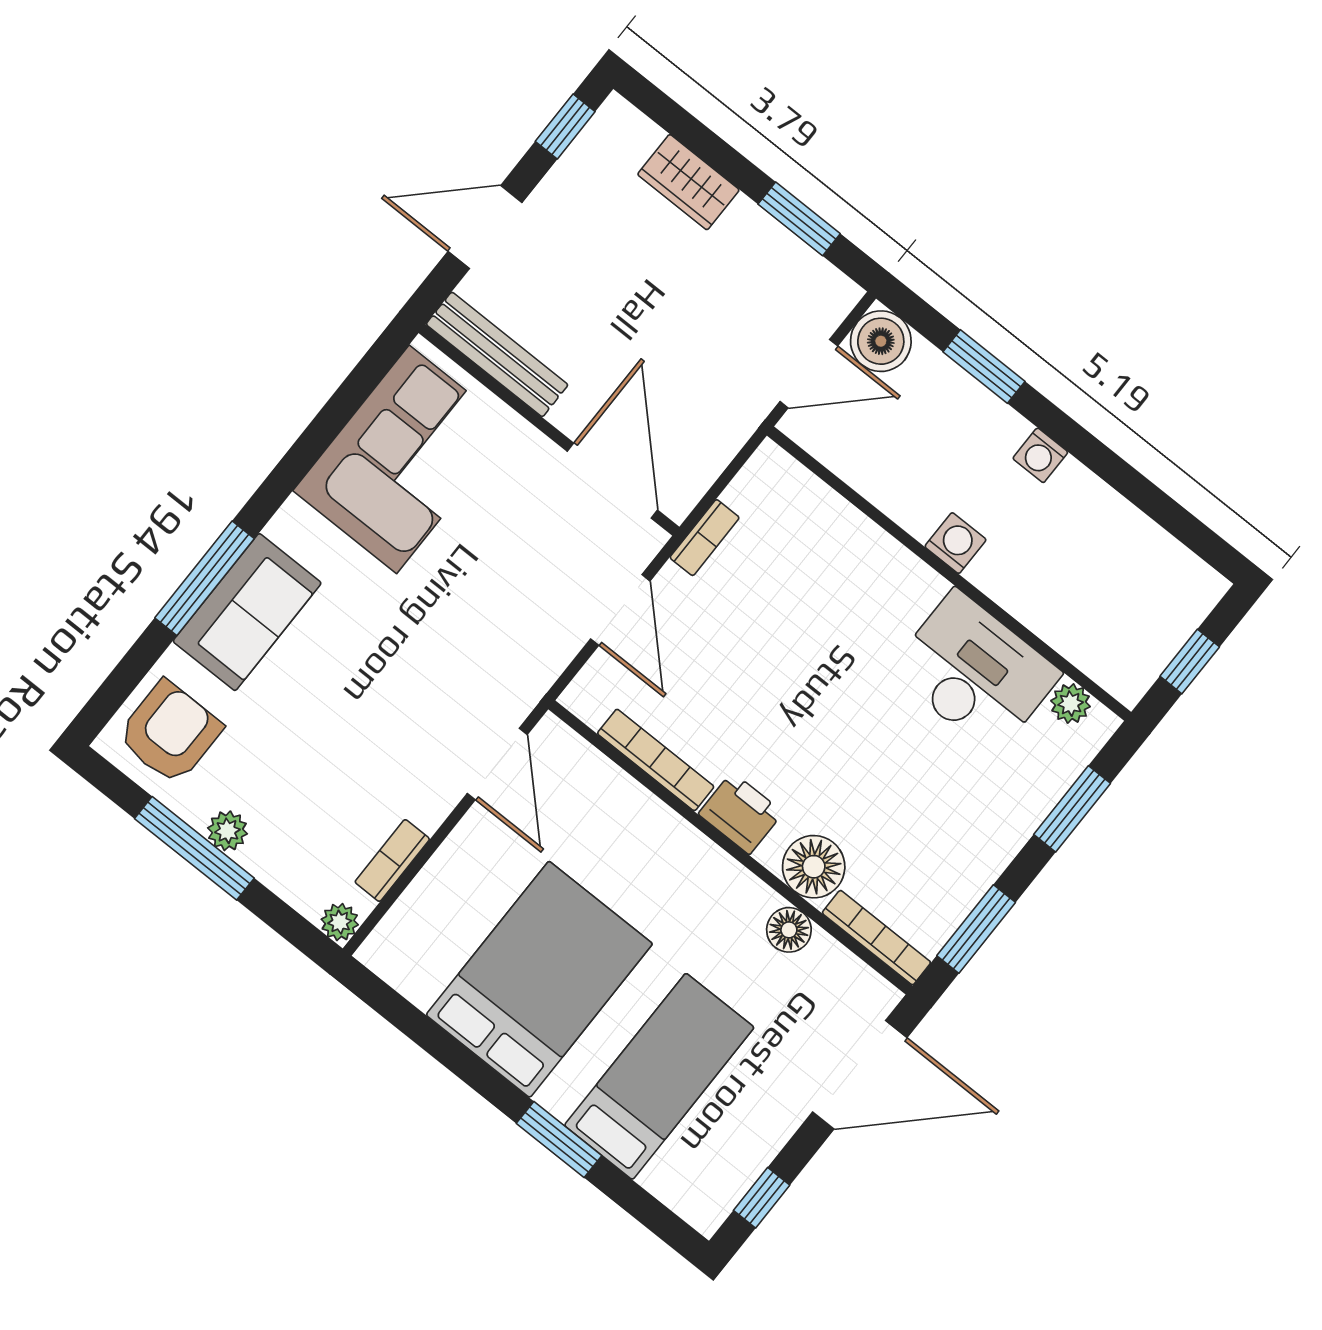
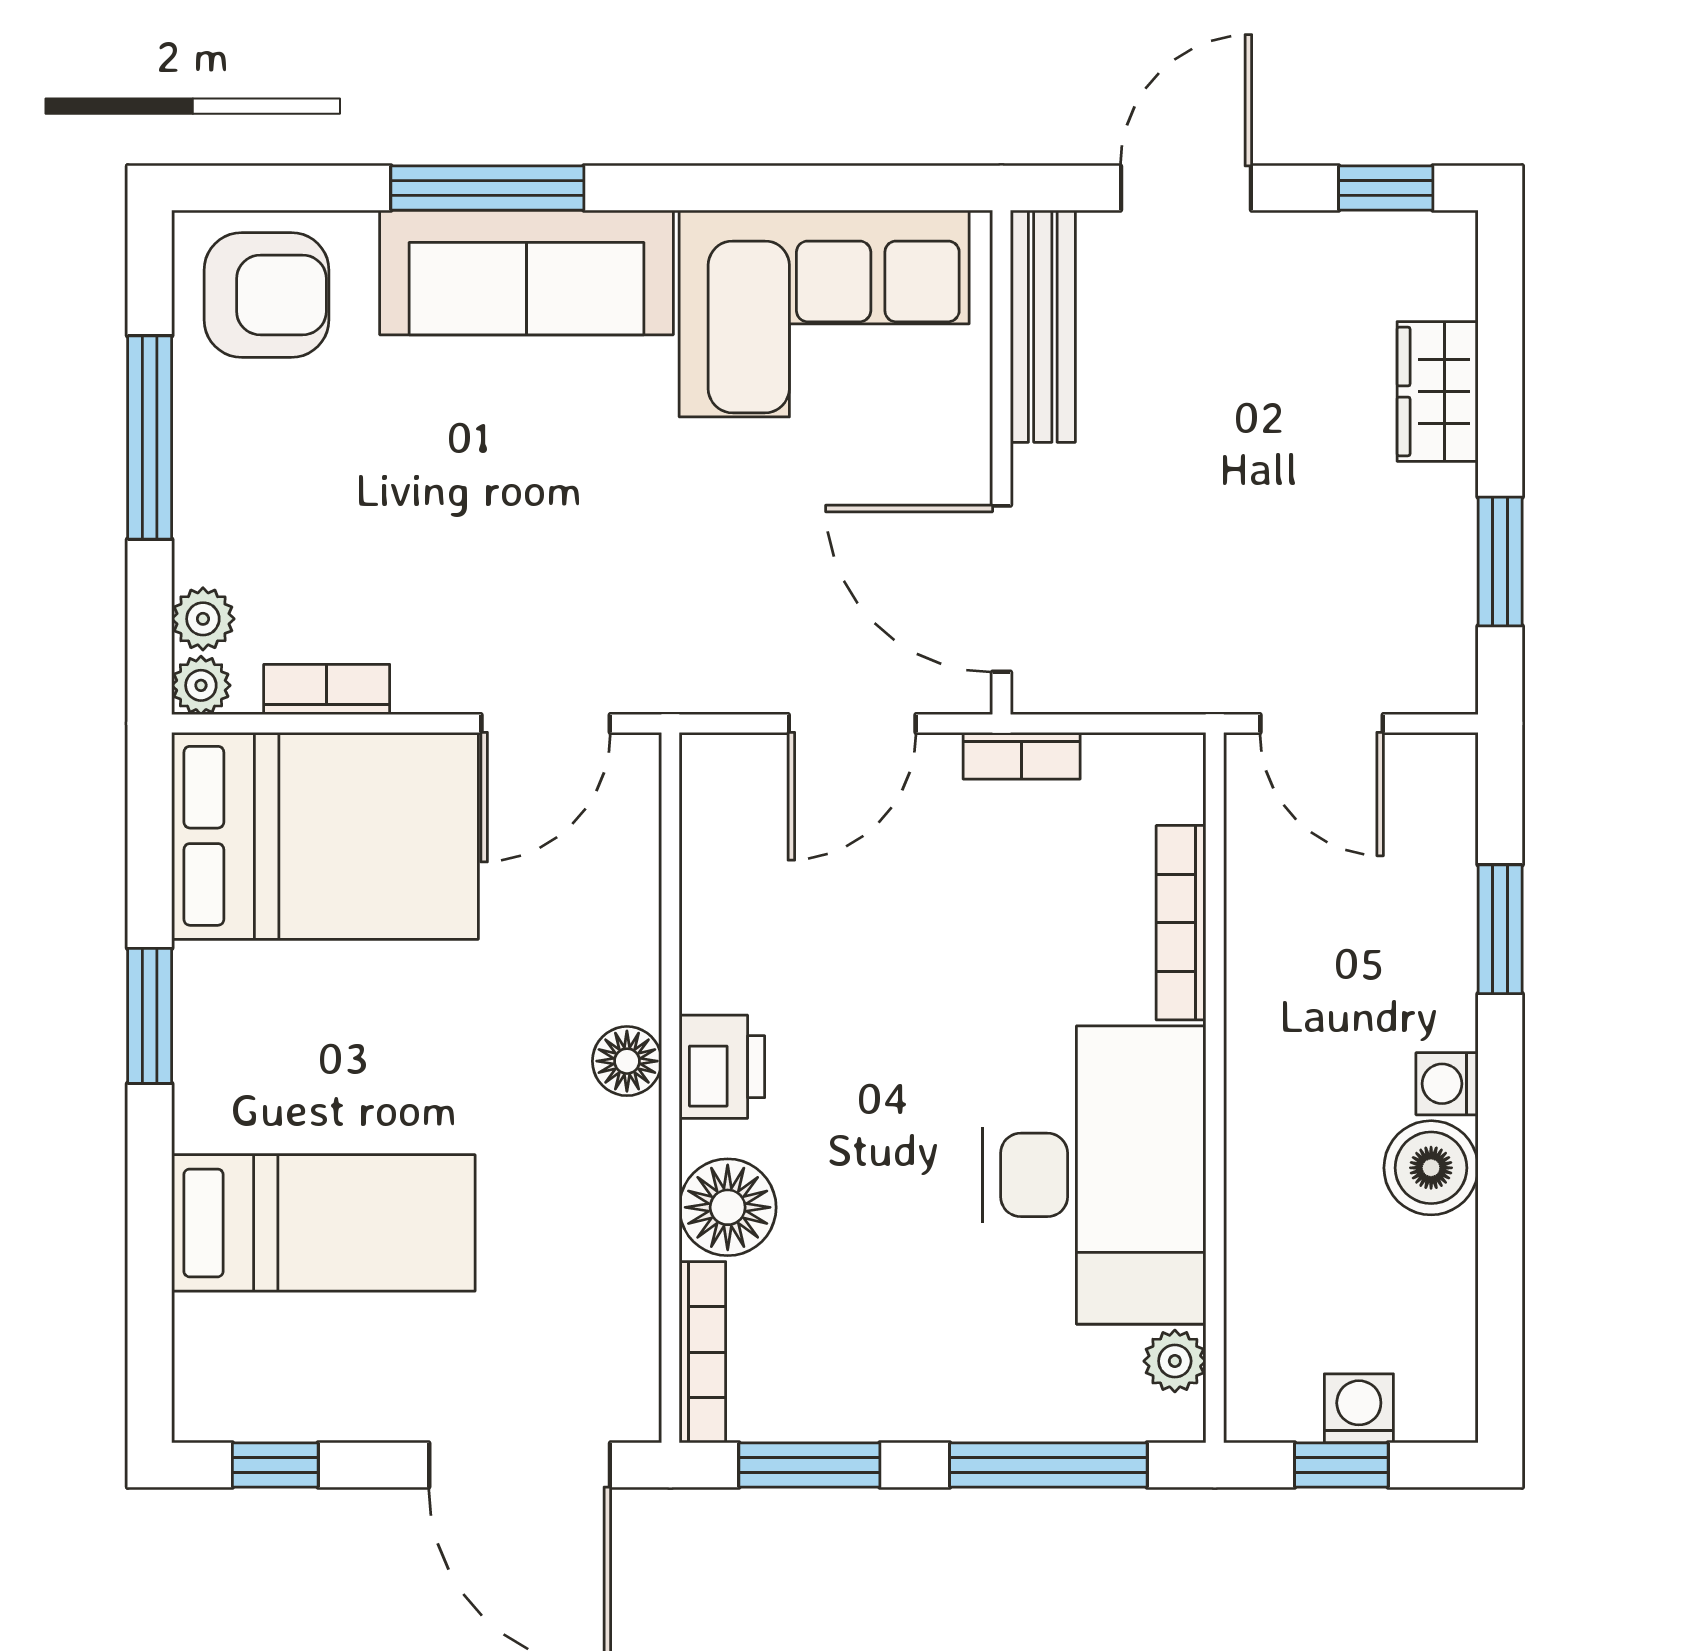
door: (485, 227) -> (1186, 188), hinge flipped
boiler: (881, 341) -> (1431, 1168), moved
door: (612, 481) -> (1001, 589), swing flipped
washing machine: (956, 543) -> (1359, 1408), moved, turned -90
sofa: (247, 612) -> (527, 272), width x1.36
desk: (975, 672) -> (1094, 1175), width x1.36, depth x1.30
bookcase: (656, 760) -> (1181, 923), moved, turned 180
window: (1072, 809) -> (1048, 1465), width x1.44
plant: (227, 831) -> (203, 619), moved
floor lamp: (789, 930) -> (627, 1061), moved
bed: (539, 979) -> (325, 836), moved
window: (559, 1140) -> (150, 1016), moved

